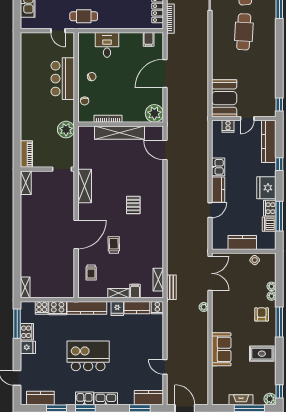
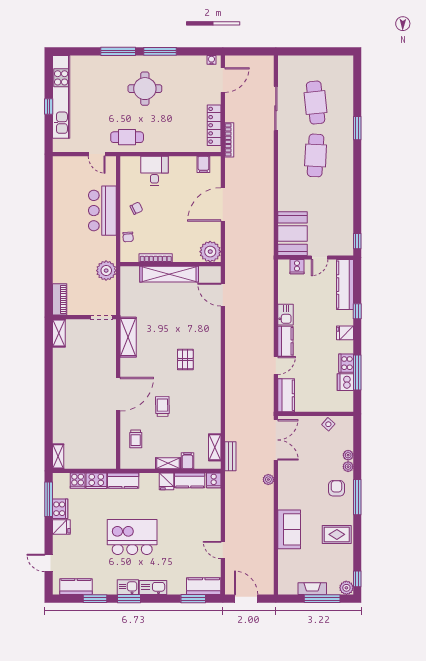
fridge: (266, 188) -> (345, 333), width x0.53, depth x0.75
kitchen counter: (242, 242) -> (286, 395), moved, turned 90
kitchen counter: (87, 308) -> (123, 481), width x0.67

